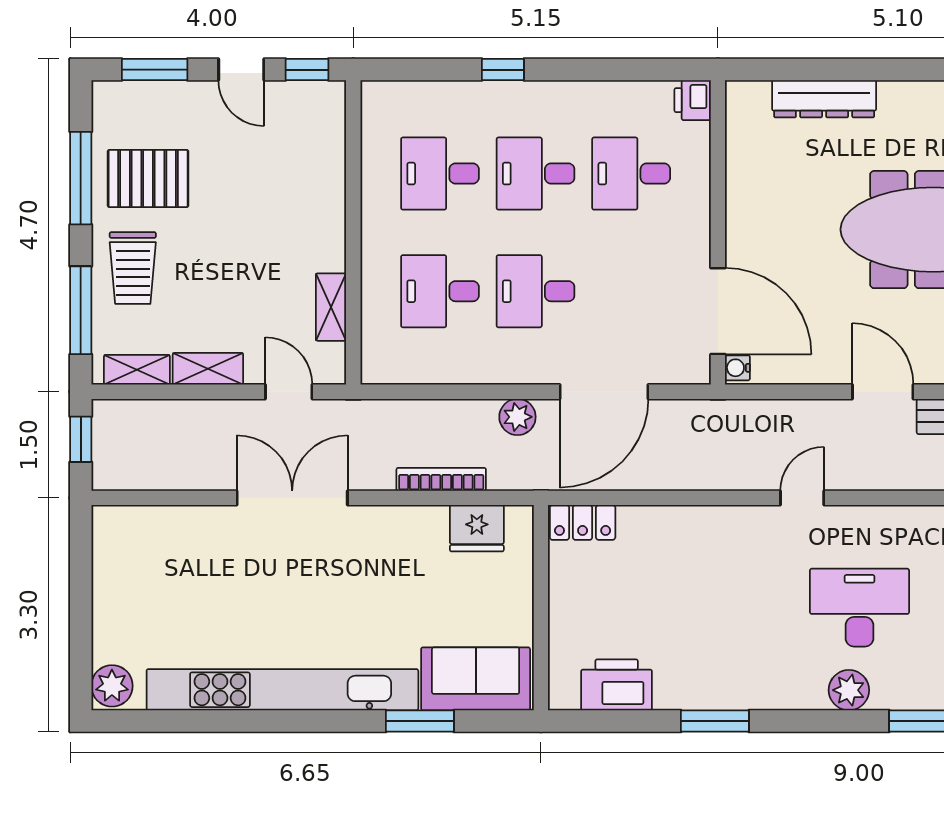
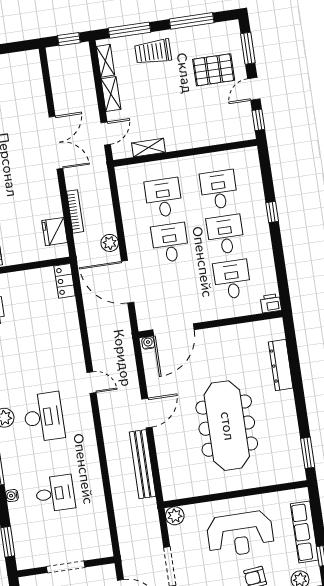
pallet: (148, 179) -> (214, 70), moved, turned 90

